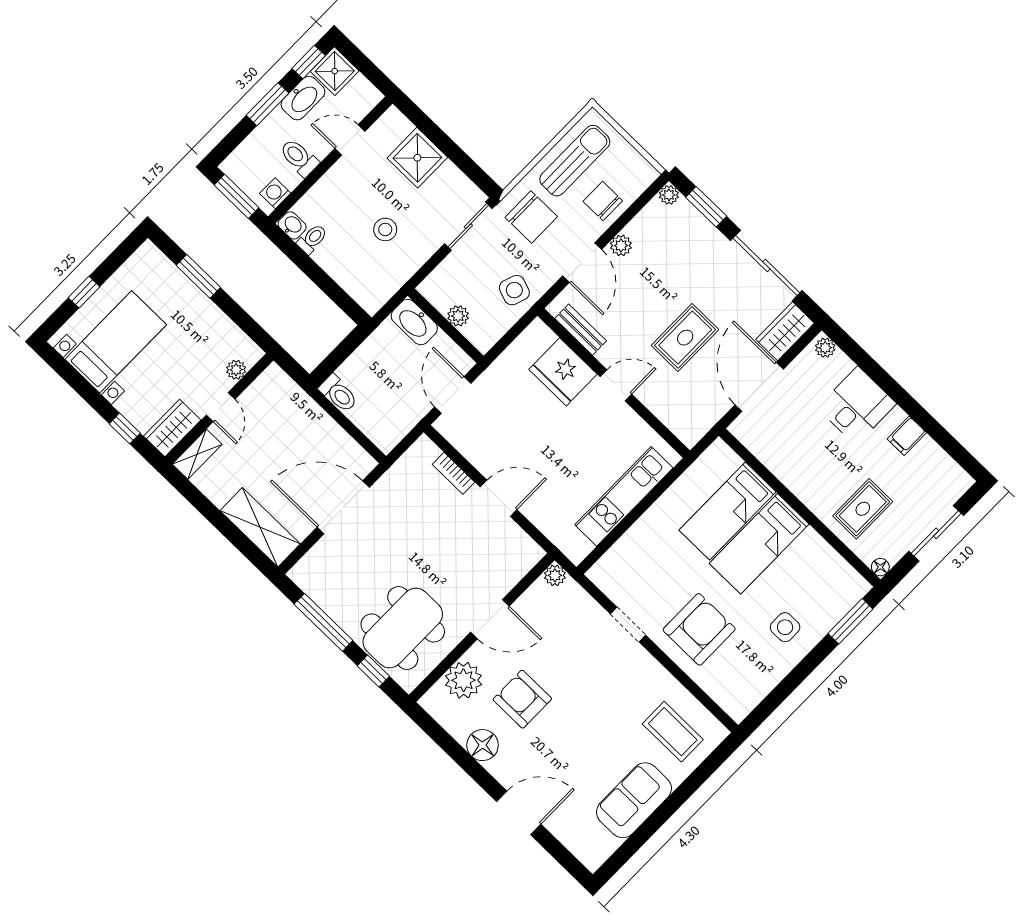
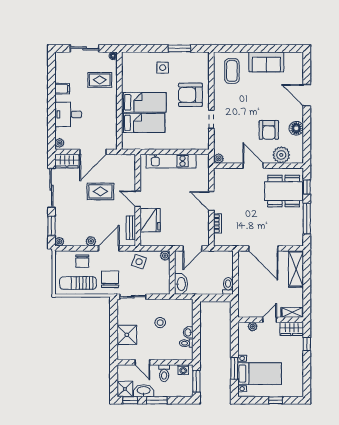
washbasin: (292, 225) -> (188, 332), moved
plant: (458, 316) -> (165, 256), moved
bed with nightstands: (116, 342) -> (259, 374), moved, turned 180
window: (850, 621) -> (180, 48), moved

